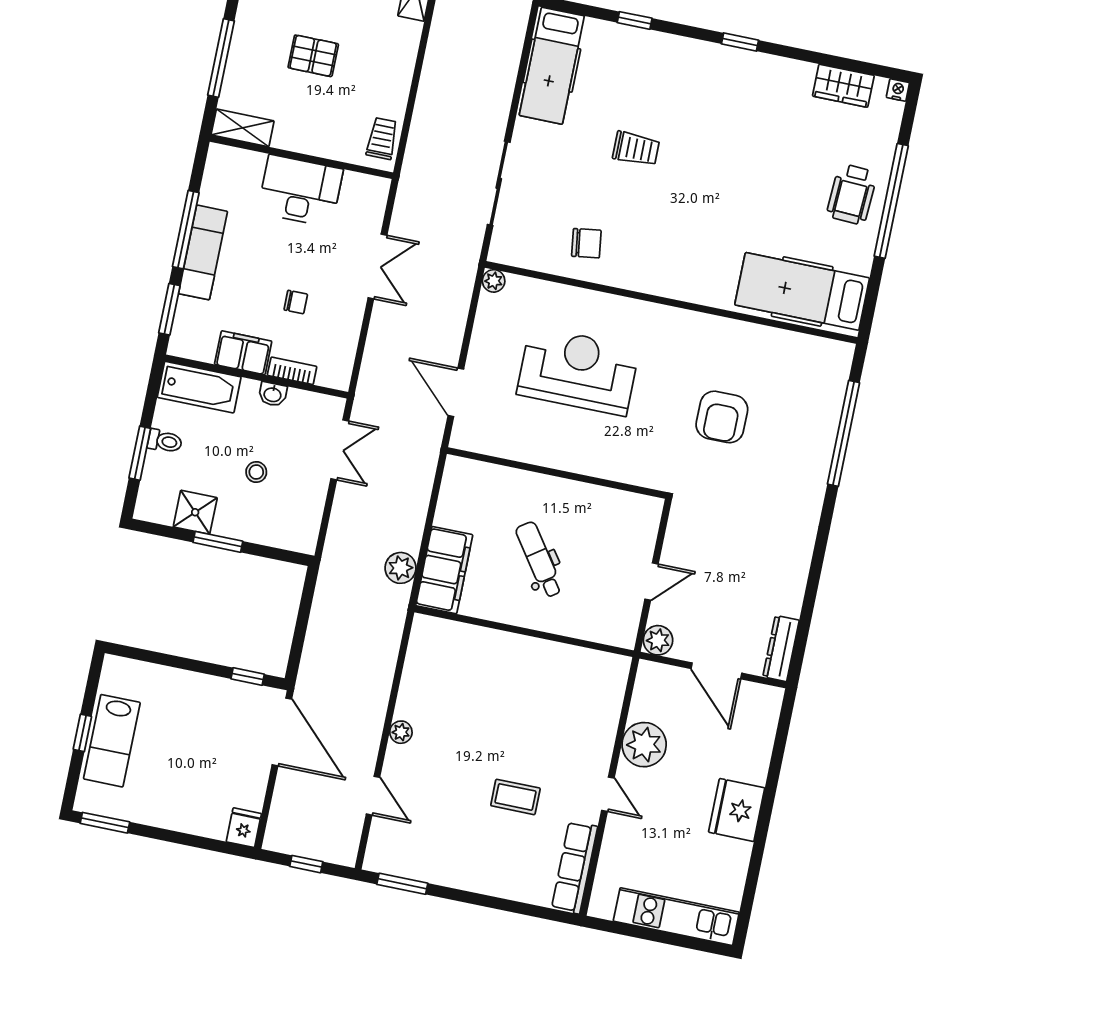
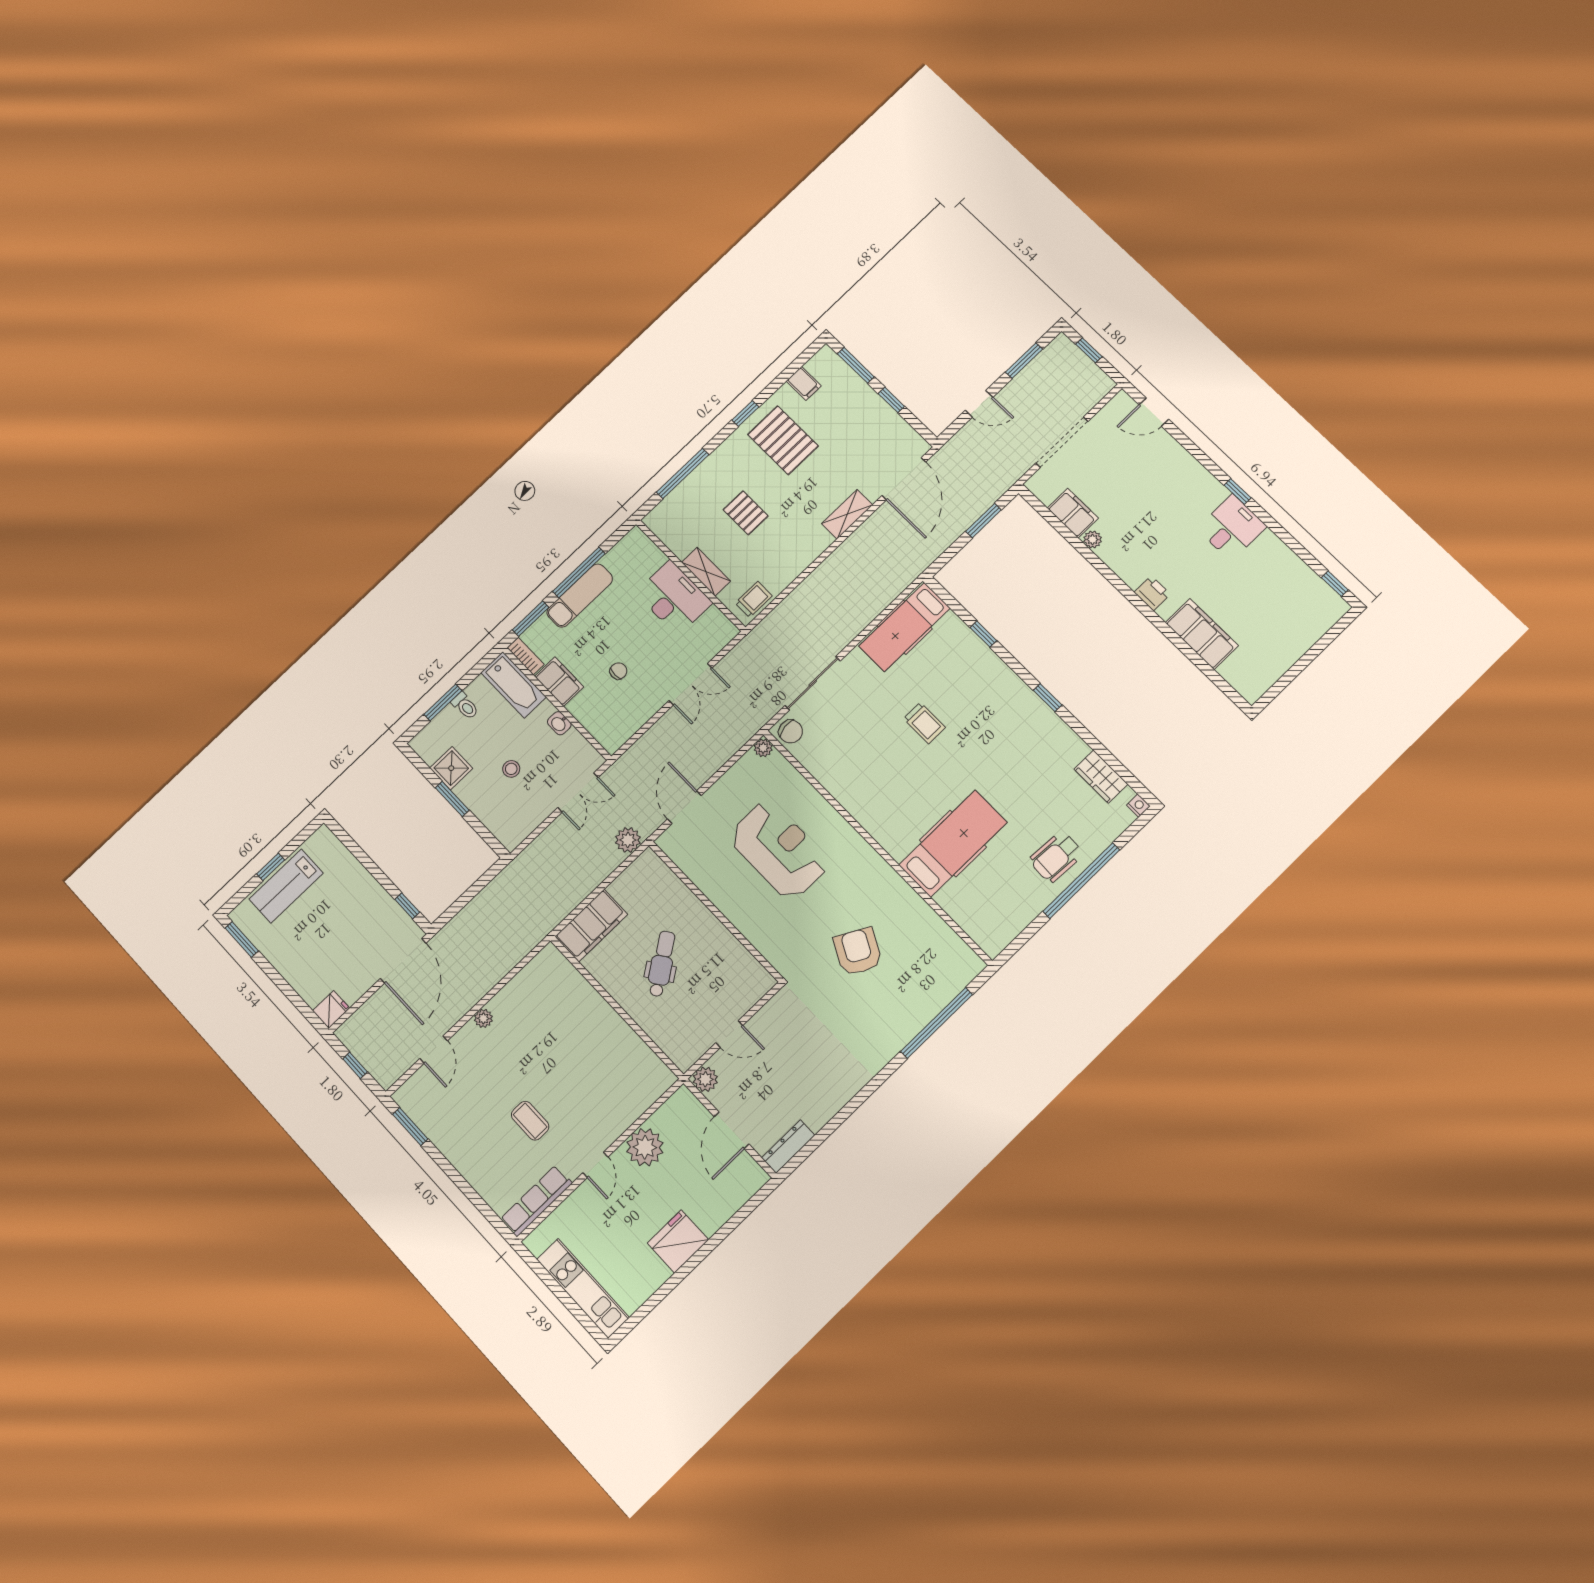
shelving: (243, 128) -> (706, 572), moved
chair: (586, 243) -> (791, 731), moved
hospital bed: (802, 291) -> (953, 844), moved, turned 90
chair: (296, 302) -> (618, 671), turned -90
bookcase: (292, 371) -> (526, 656), moved
armchair: (722, 417) -> (858, 952), turned 118
plant: (401, 568) -> (628, 840), moved

